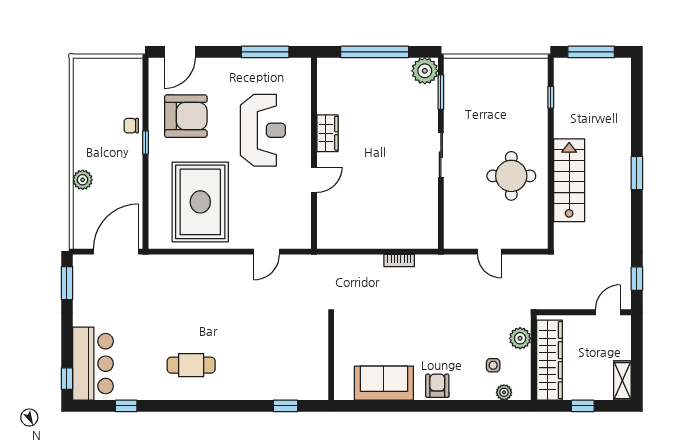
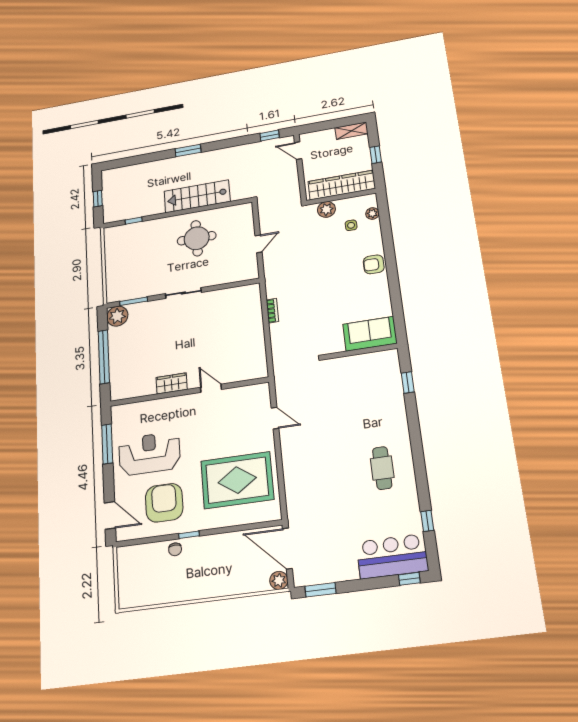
window: (591, 52) -> (98, 199), width x0.46
reception desk: (263, 130) -> (149, 454), moved
plant: (83, 180) -> (279, 580), moved
sofa: (384, 383) -> (370, 334), moved, turned 90

